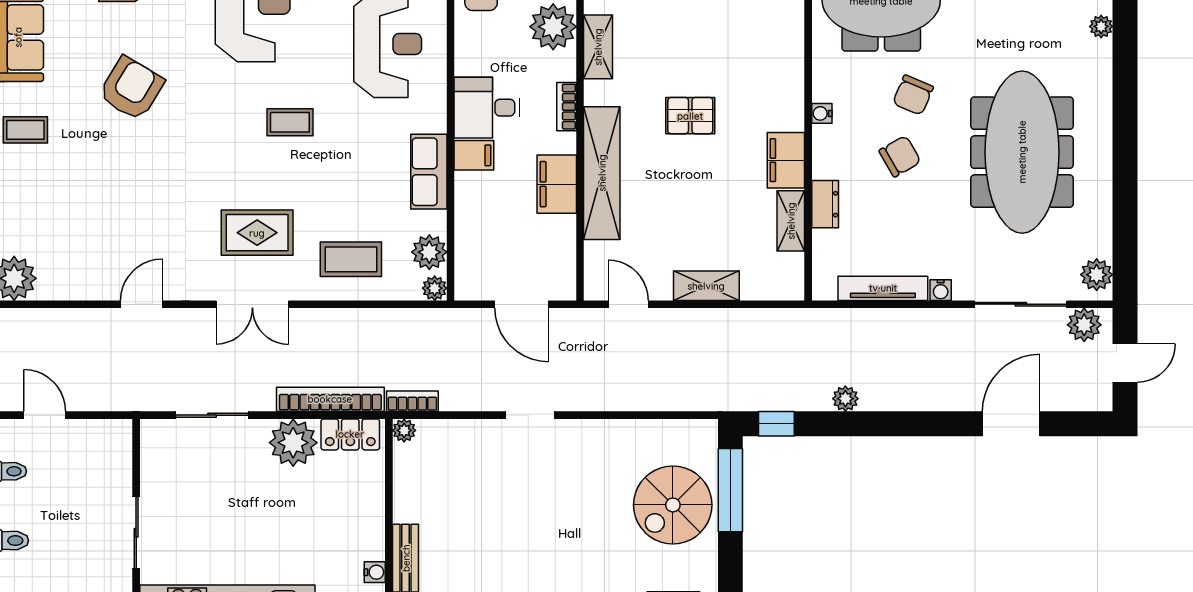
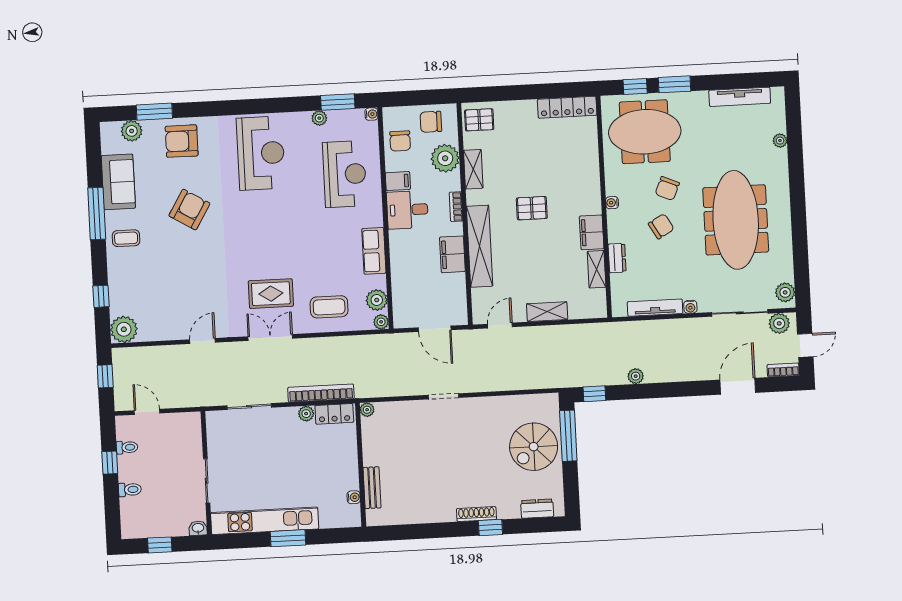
coffee table: (290, 122) -> (287, 225), removed
filing cabinet: (474, 155) -> (398, 181), moved
double door: (252, 304) -> (270, 337), swing flipped
door: (628, 304) -> (500, 325), hinge flipped
bookcase: (412, 401) -> (783, 370), moved
plant: (293, 443) -> (306, 414), width x0.53, depth x0.53

